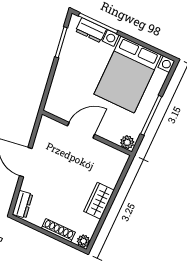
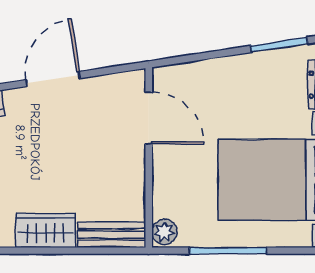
door: (81, 130) -> (149, 118), moved
bench: (116, 169) -> (112, 235), added

